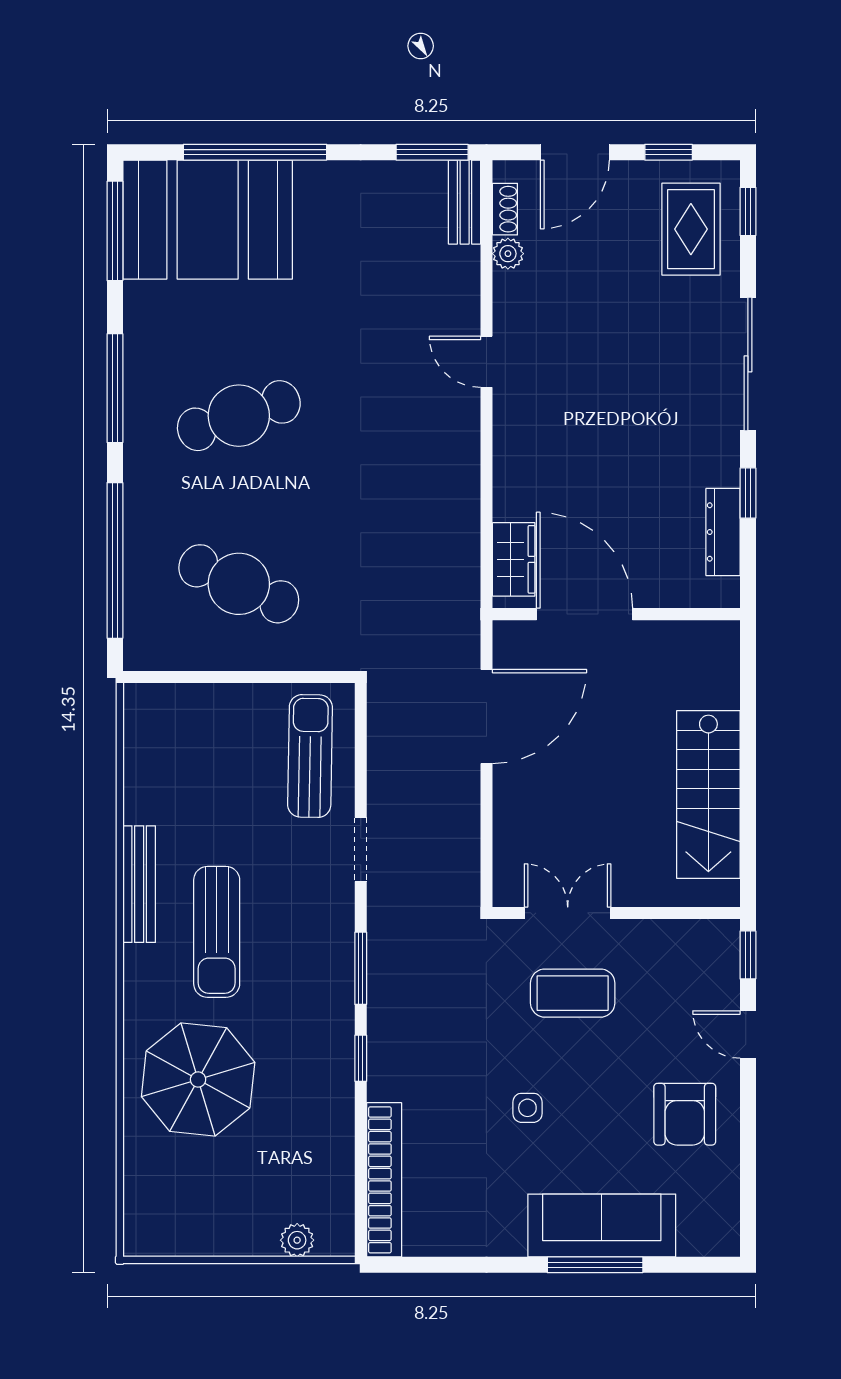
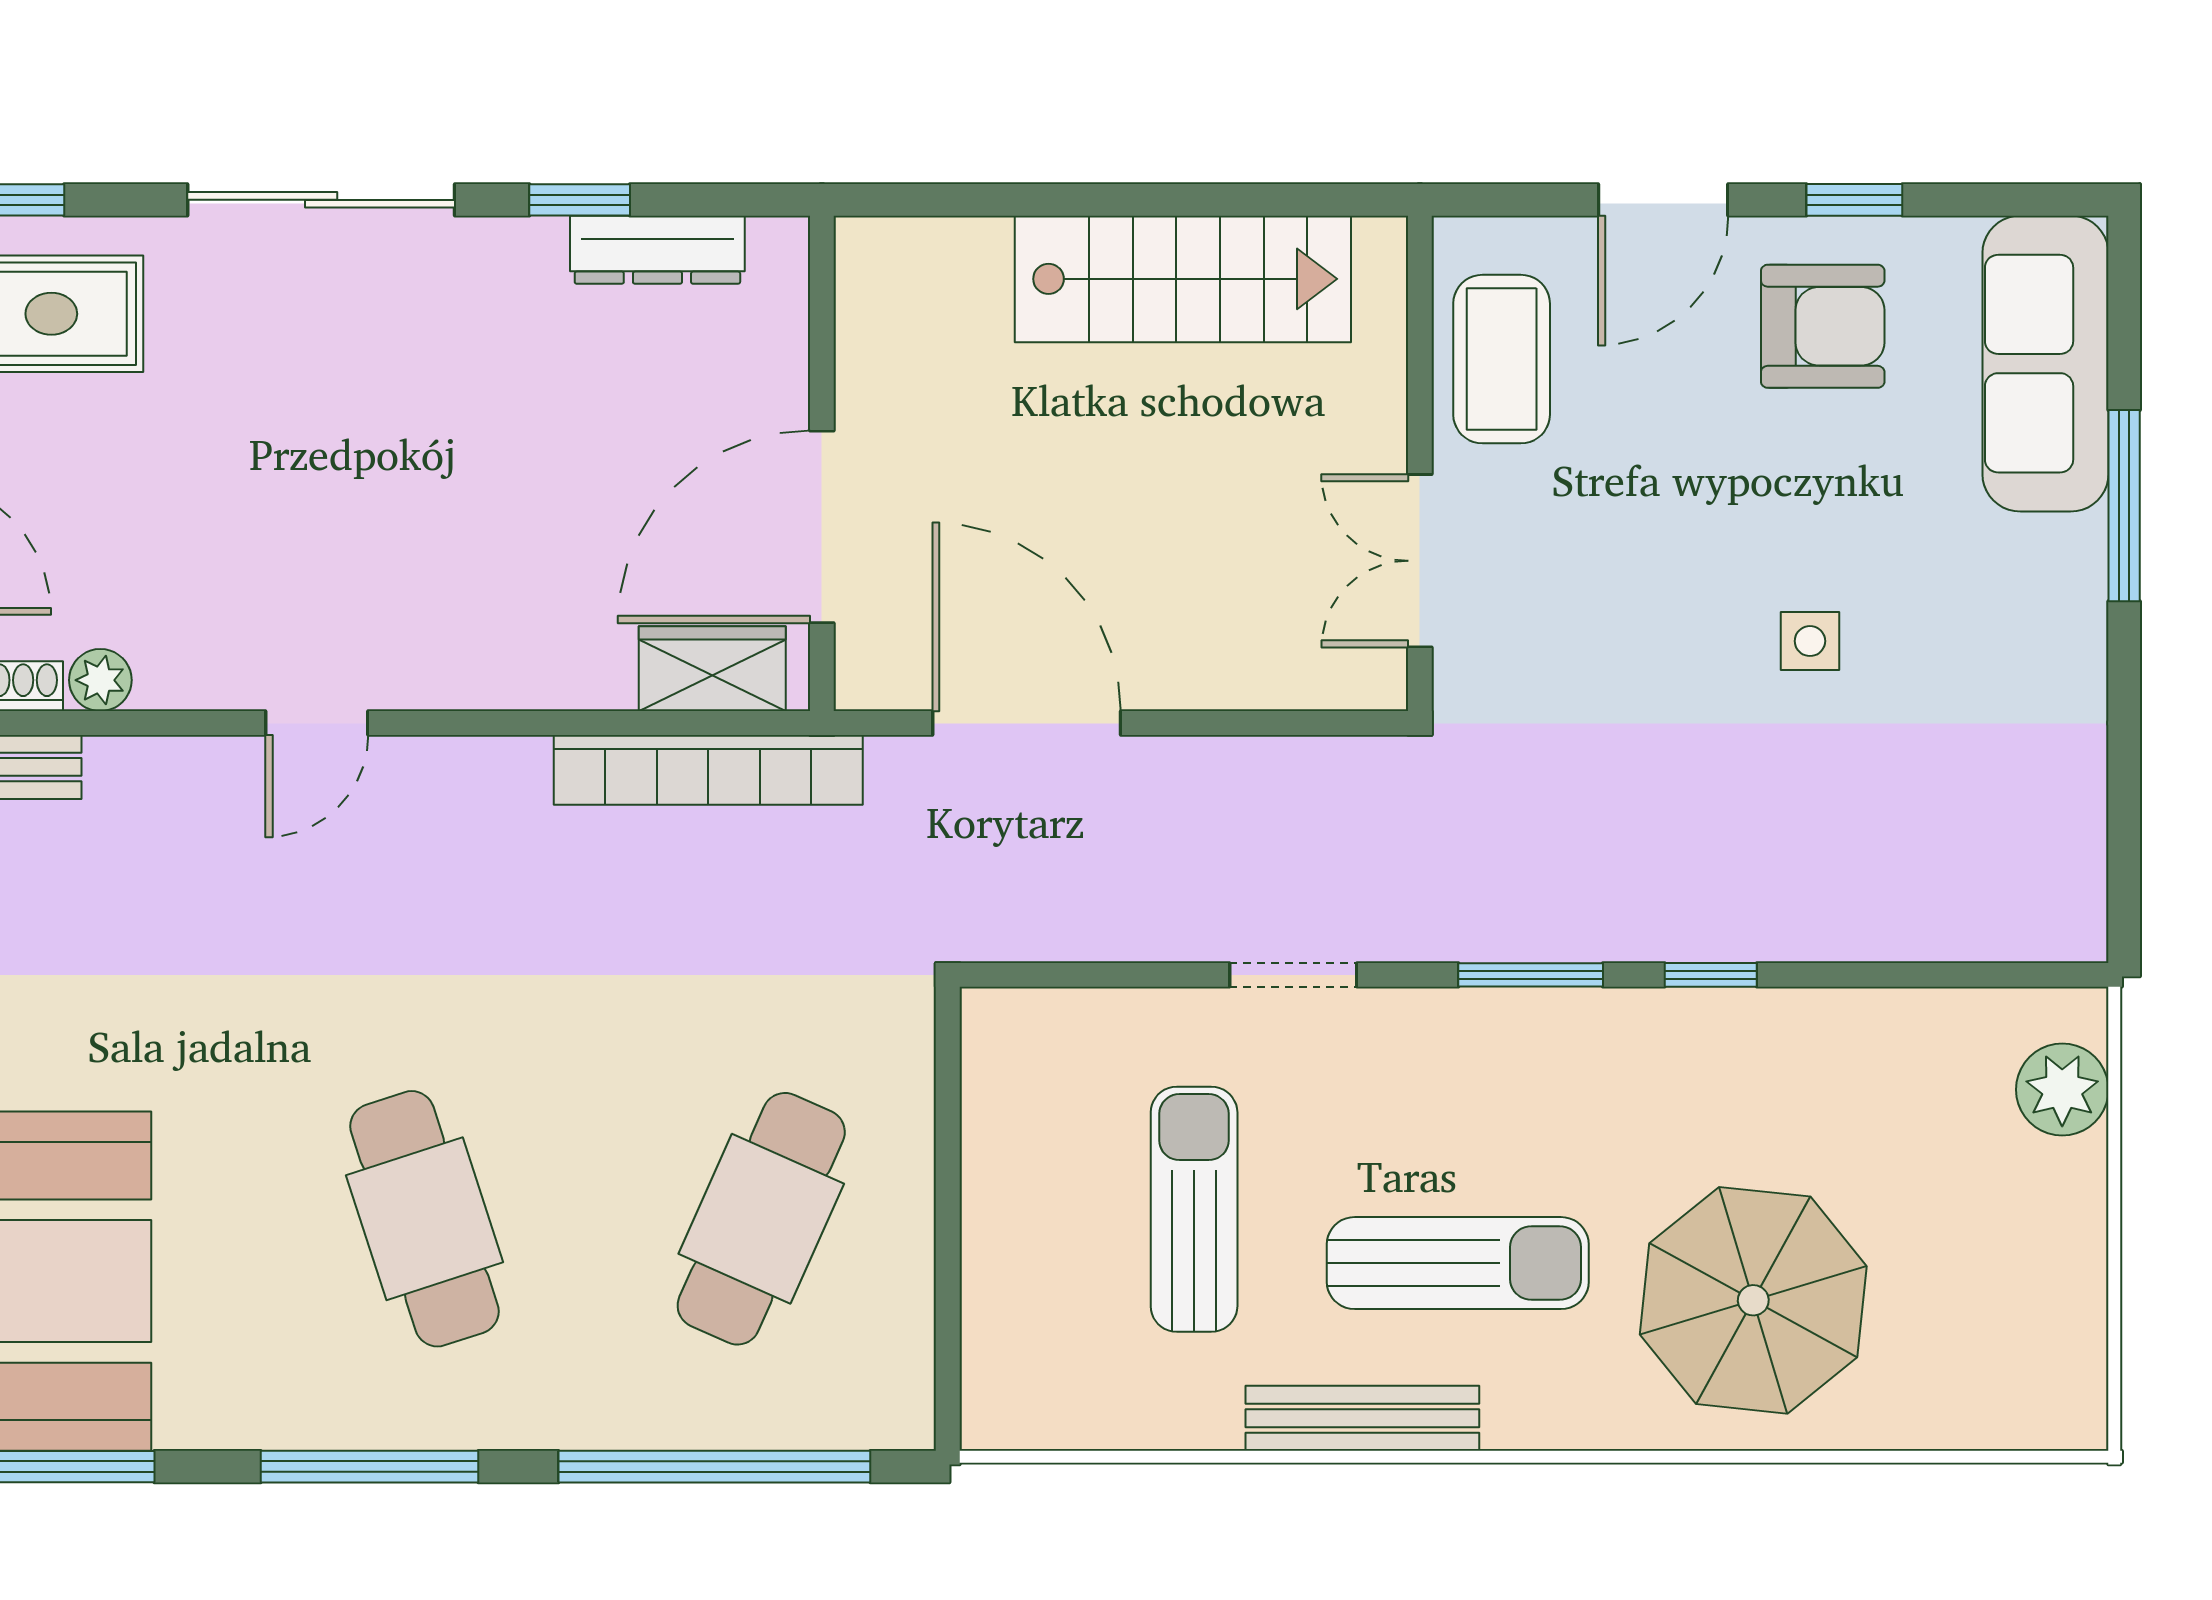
sun lounger: (310, 756) -> (1194, 1209), moved, turned 89
window: (748, 955) -> (1854, 200), moved
coffee table: (573, 993) -> (1502, 359), moved
door: (748, 1034) -> (1663, 200), width x1.37
bookcase: (384, 1180) -> (708, 770), moved, turned 180
sofa: (602, 1226) -> (2045, 364), moved
plant: (297, 1240) -> (2062, 1090), width x1.38, depth x1.38

